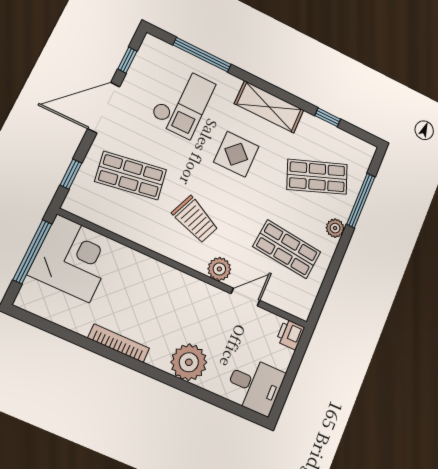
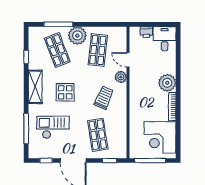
plant: (335, 228) -> (77, 35), width x1.88, depth x1.88
corner desk: (73, 258) -> (160, 137), moved, turned -90
printer: (290, 334) -> (146, 32), moved
plant: (189, 362) -> (167, 83), moved

